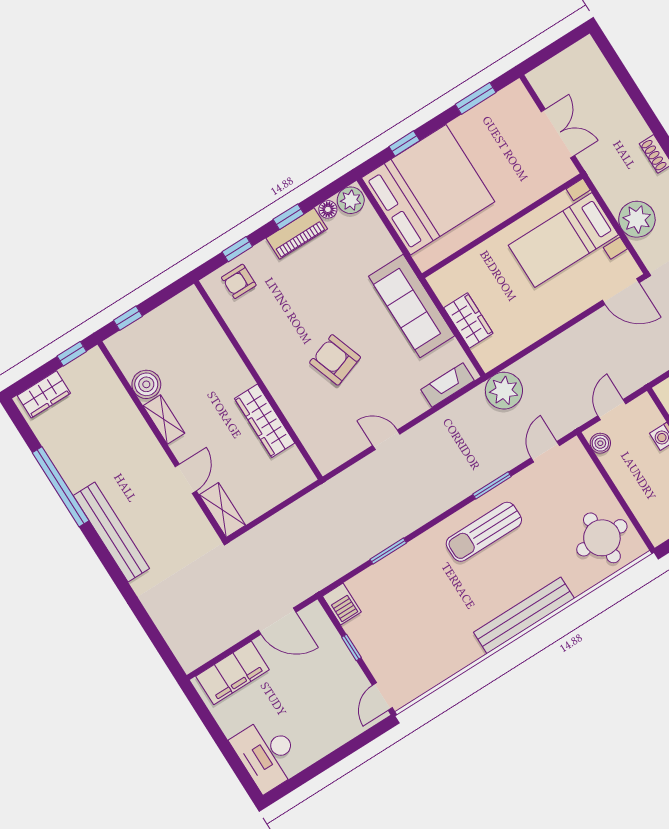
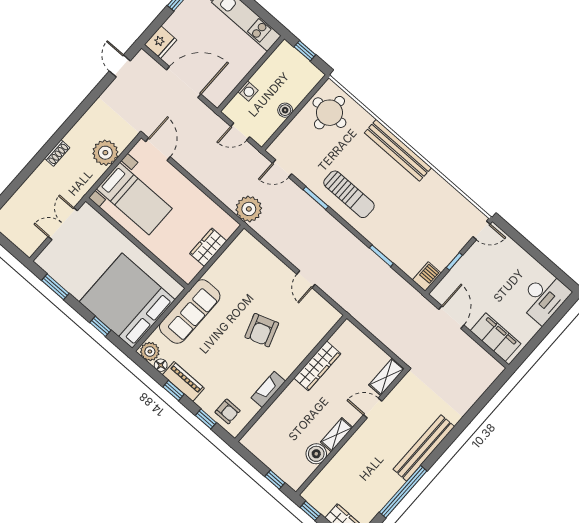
sofa: (412, 306) -> (190, 312), moved
fireplace: (448, 385) -> (268, 389), moved, turned 90
boiler: (600, 443) -> (285, 110), moved

